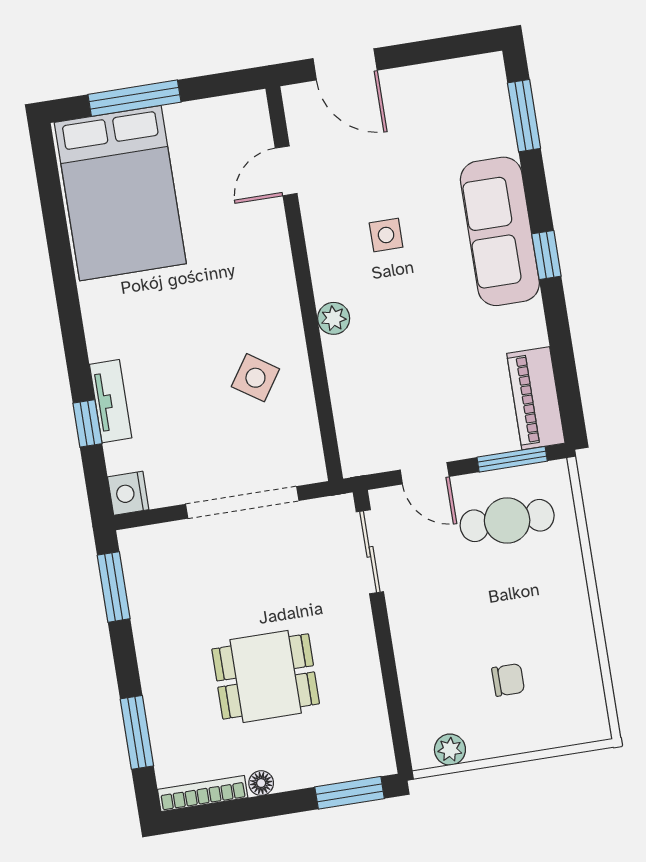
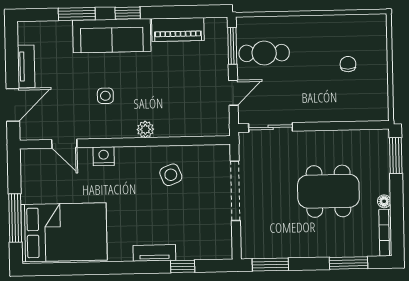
tv unit: (420, 79) -> (26, 66), added
window: (524, 116) -> (77, 14), moved
side table: (255, 378) -> (171, 175), turned 34
piano: (536, 398) -> (178, 29), moved
tv unit: (111, 401) -> (154, 253), moved
nightstand: (128, 493) -> (104, 156), moved, turned 180
cafe table: (507, 520) -> (264, 53), turned 90
dining table: (266, 676) -> (328, 191), width x1.37
plant: (450, 750) -> (380, 100), removed

